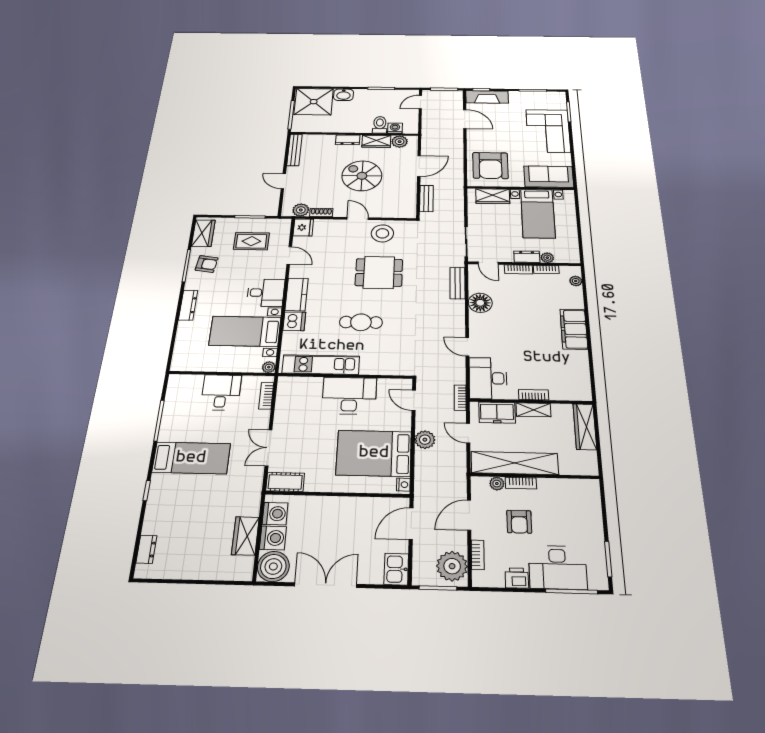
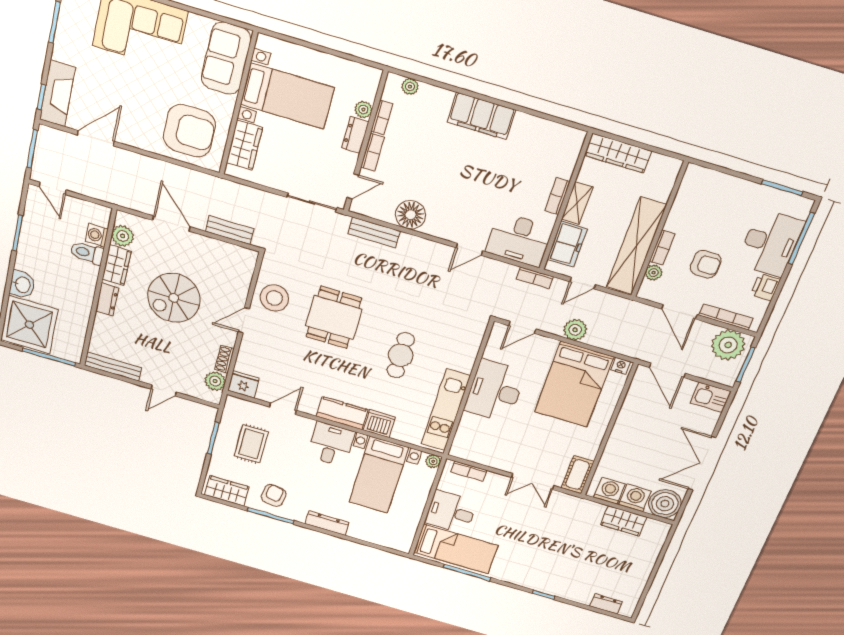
bed: (191, 458) -> (456, 549), moved, turned 90
bookcase: (478, 555) -> (726, 317), width x1.56

